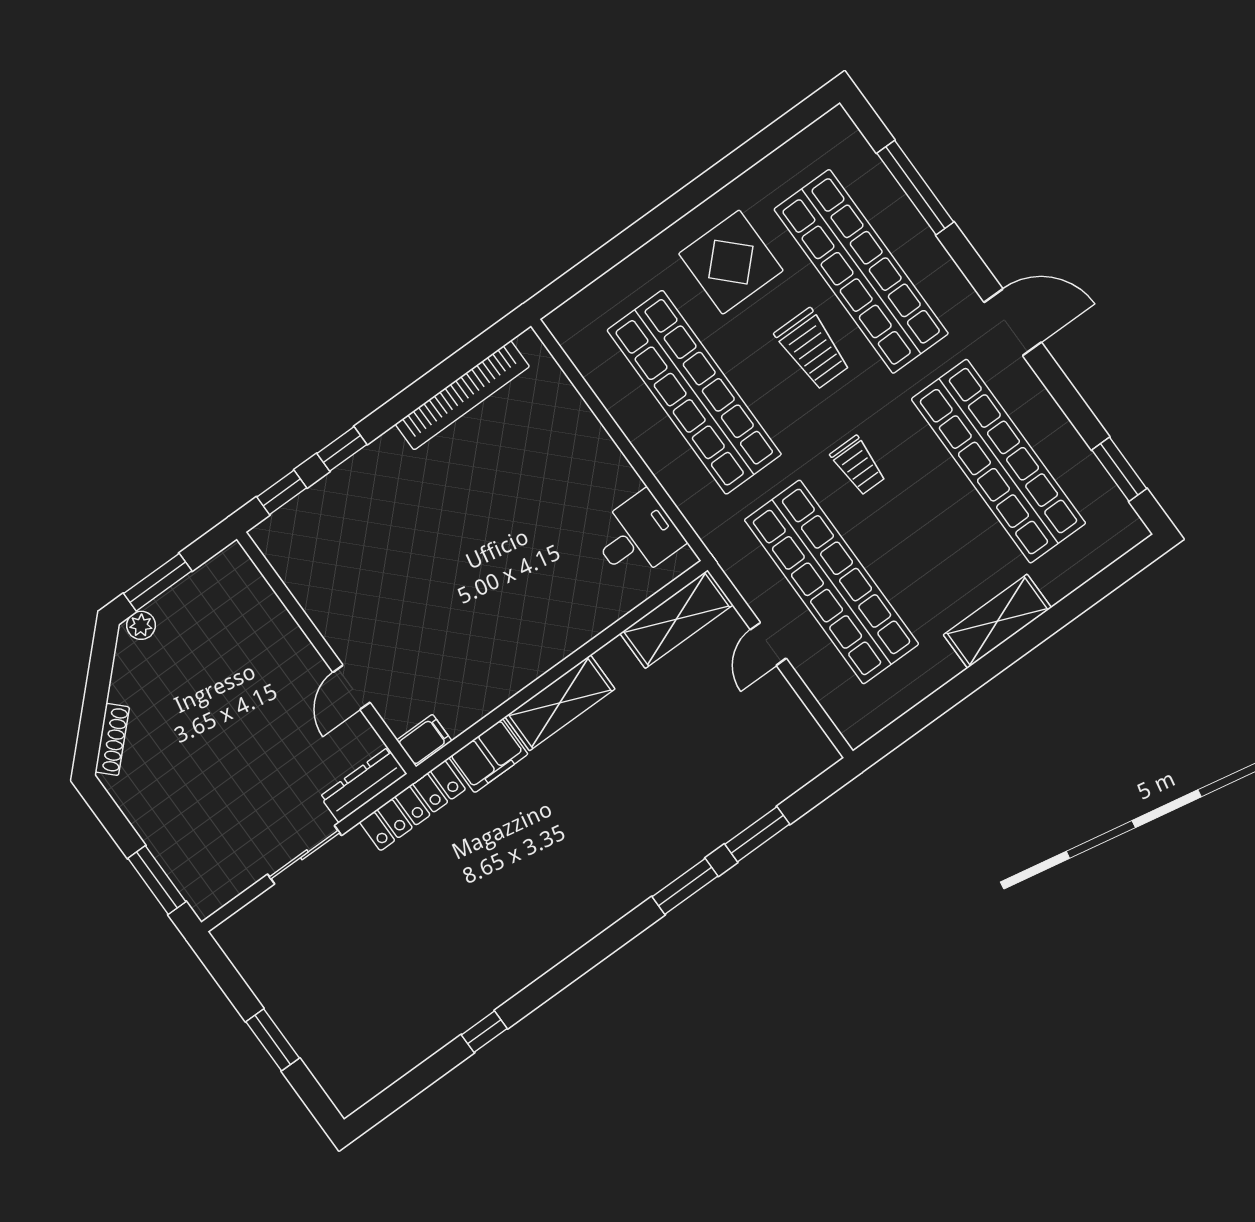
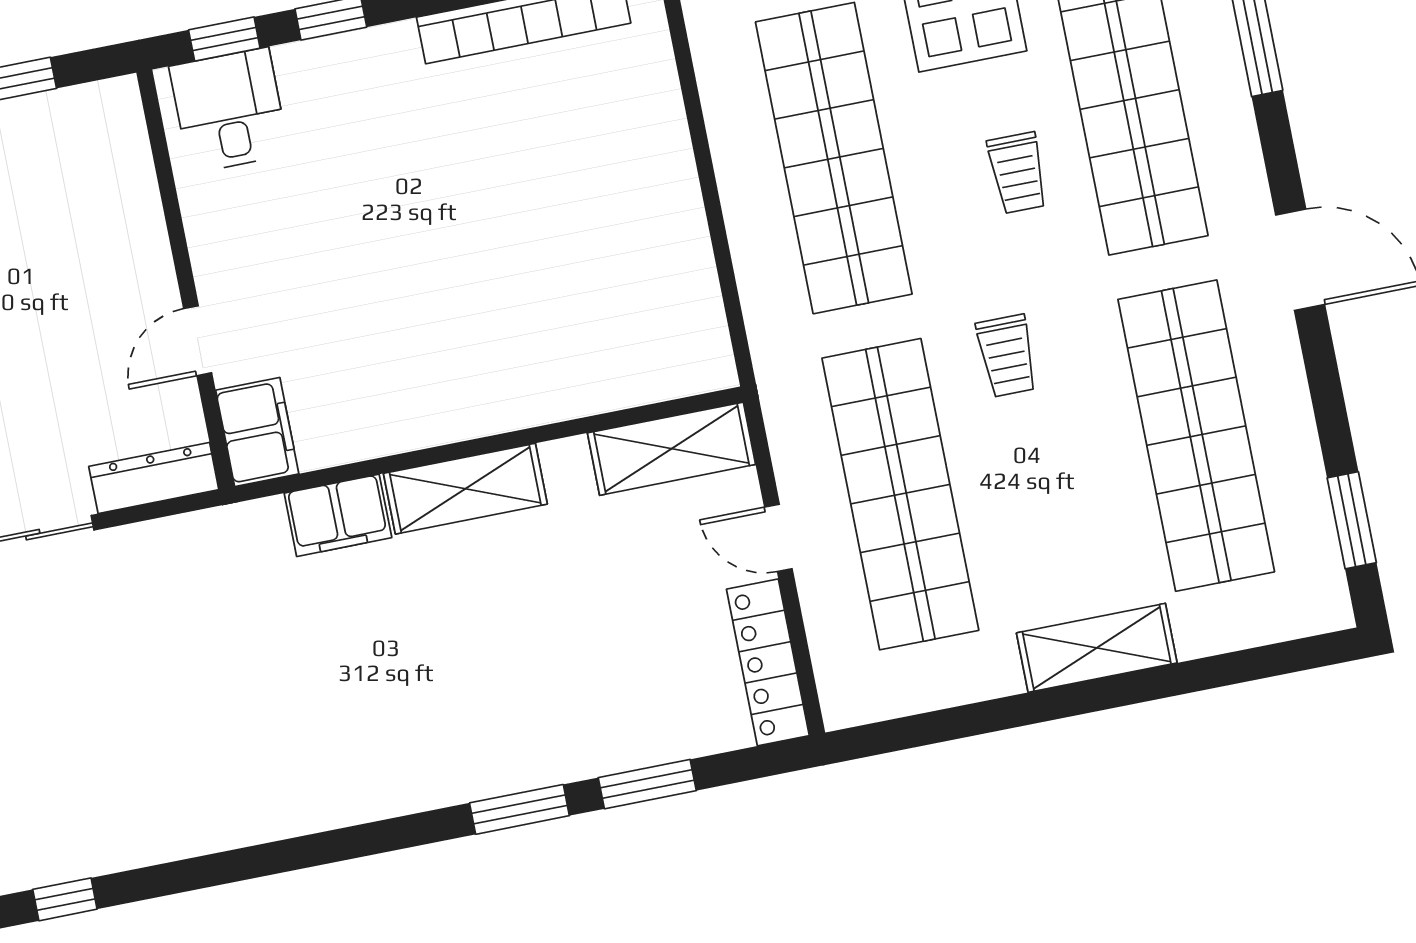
trolley: (813, 349) -> (1018, 173), width x0.73, depth x0.72
desk: (637, 536) -> (229, 110), moved, turned -90
door: (768, 644) -> (778, 538), hinge flipped
filing cabinet: (424, 741) -> (257, 432), width x2.00
locker: (413, 806) -> (768, 662), moved, turned 90
window: (484, 1032) -> (65, 899), moved

